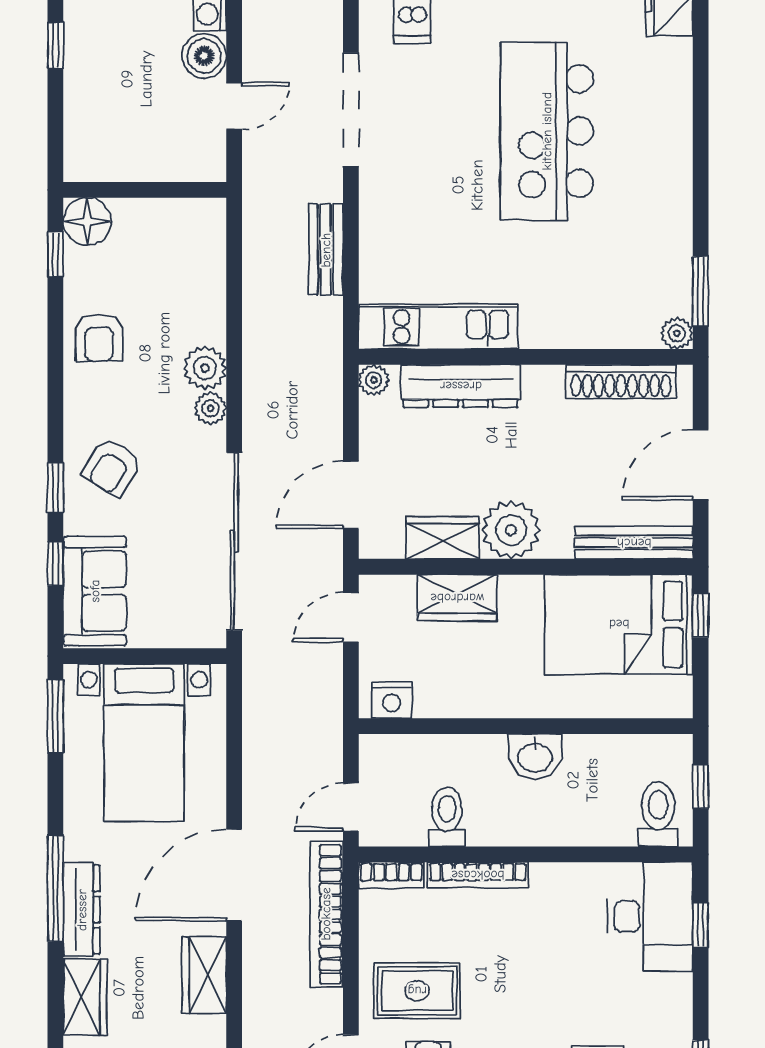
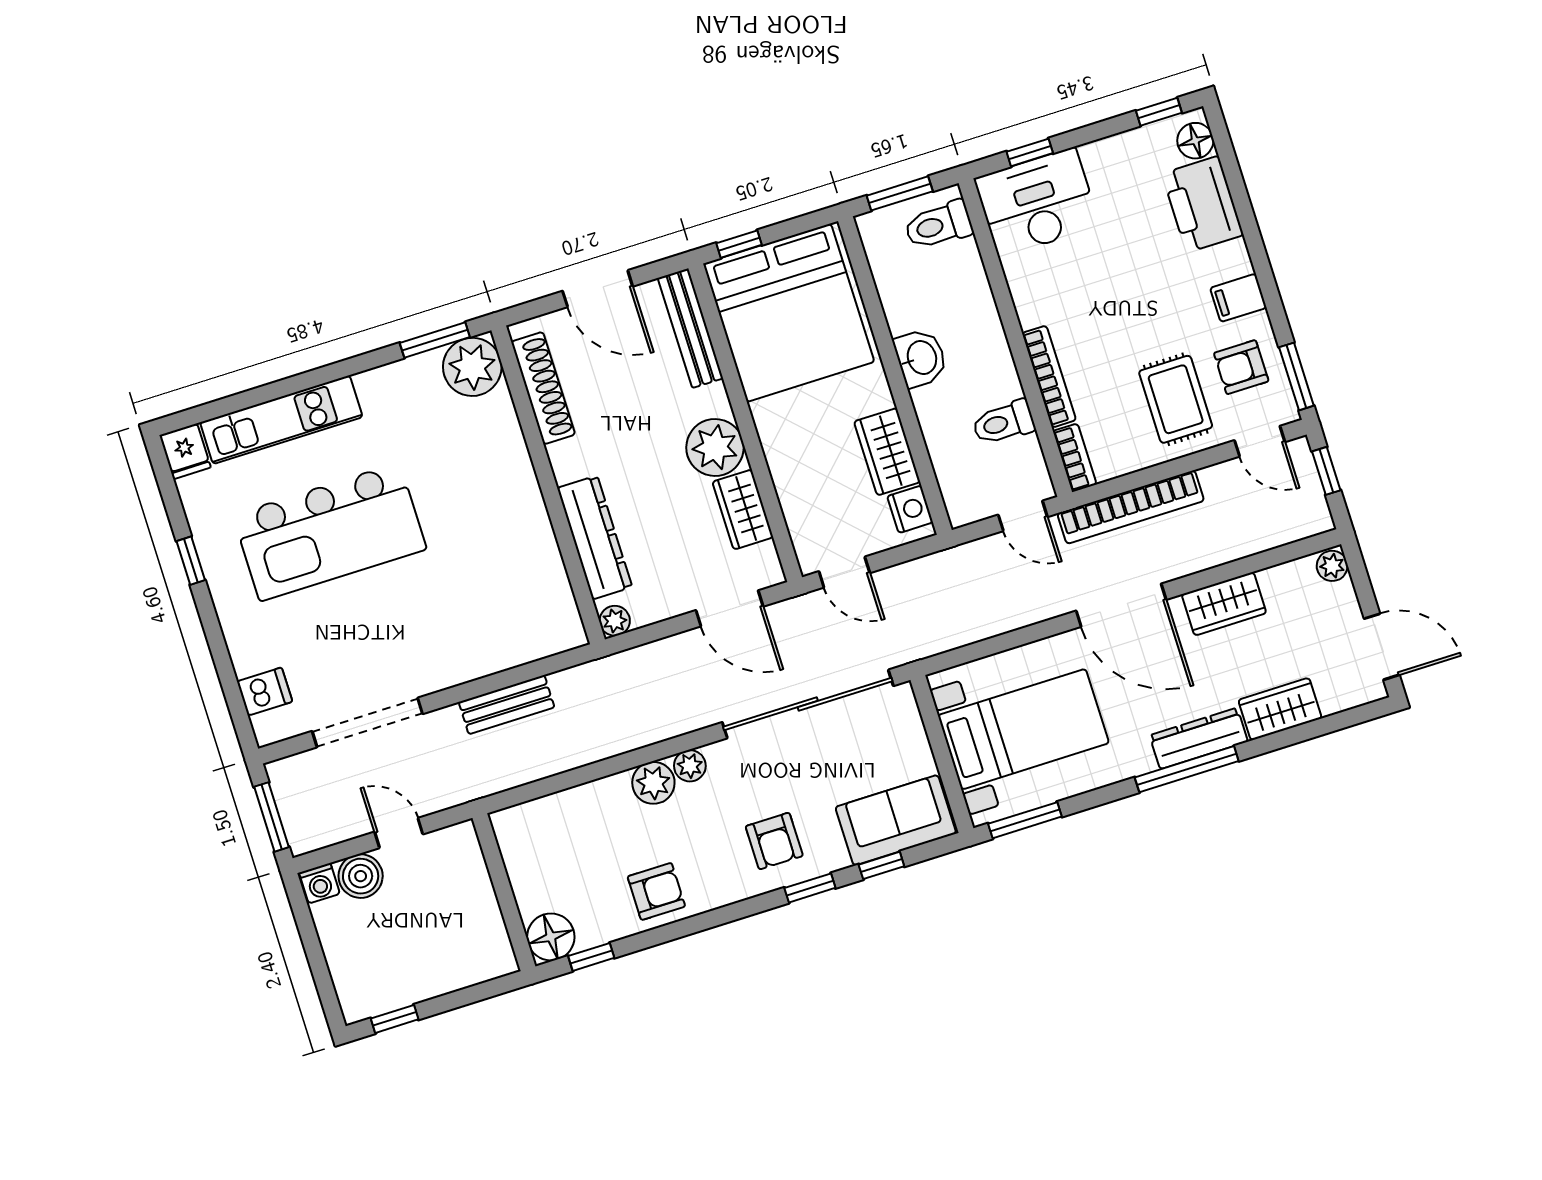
kitchen unit: (438, 327) -> (281, 420), moved, turned -90
plant: (677, 333) -> (472, 367), width x1.88, depth x1.88
armchair: (112, 467) -> (774, 841), turned 59
wardrobe: (457, 598) -> (887, 452), moved, turned 180
bed: (619, 624) -> (789, 313), width x1.36
window: (701, 786) -> (900, 193), width x1.50

